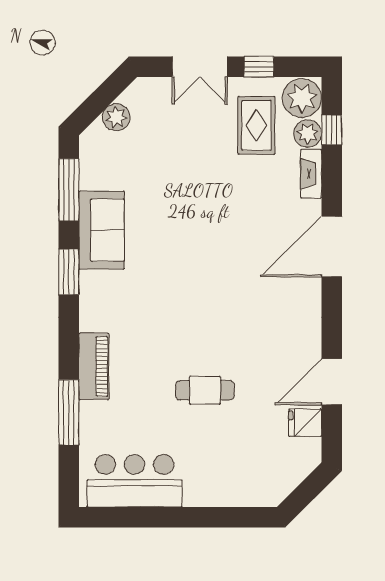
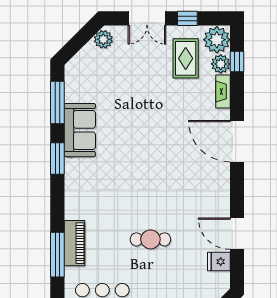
plant: (116, 117) -> (103, 39), moved
door: (332, 247) -> (237, 141), hinge flipped
piano: (94, 366) -> (75, 243), moved
door: (332, 382) -> (237, 234), hinge flipped

